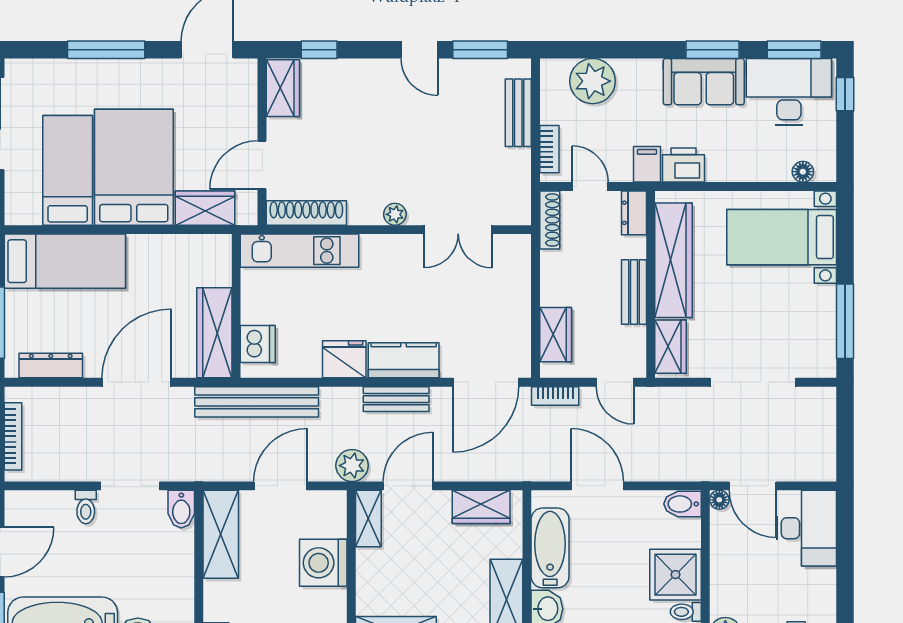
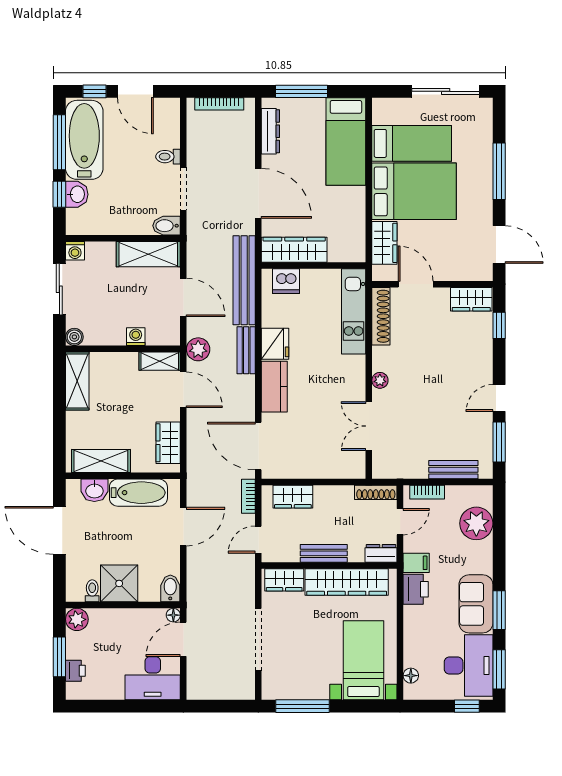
bench: (396, 399) -> (246, 350), moved
washing machine: (323, 563) -> (136, 337), width x0.53, depth x0.53

